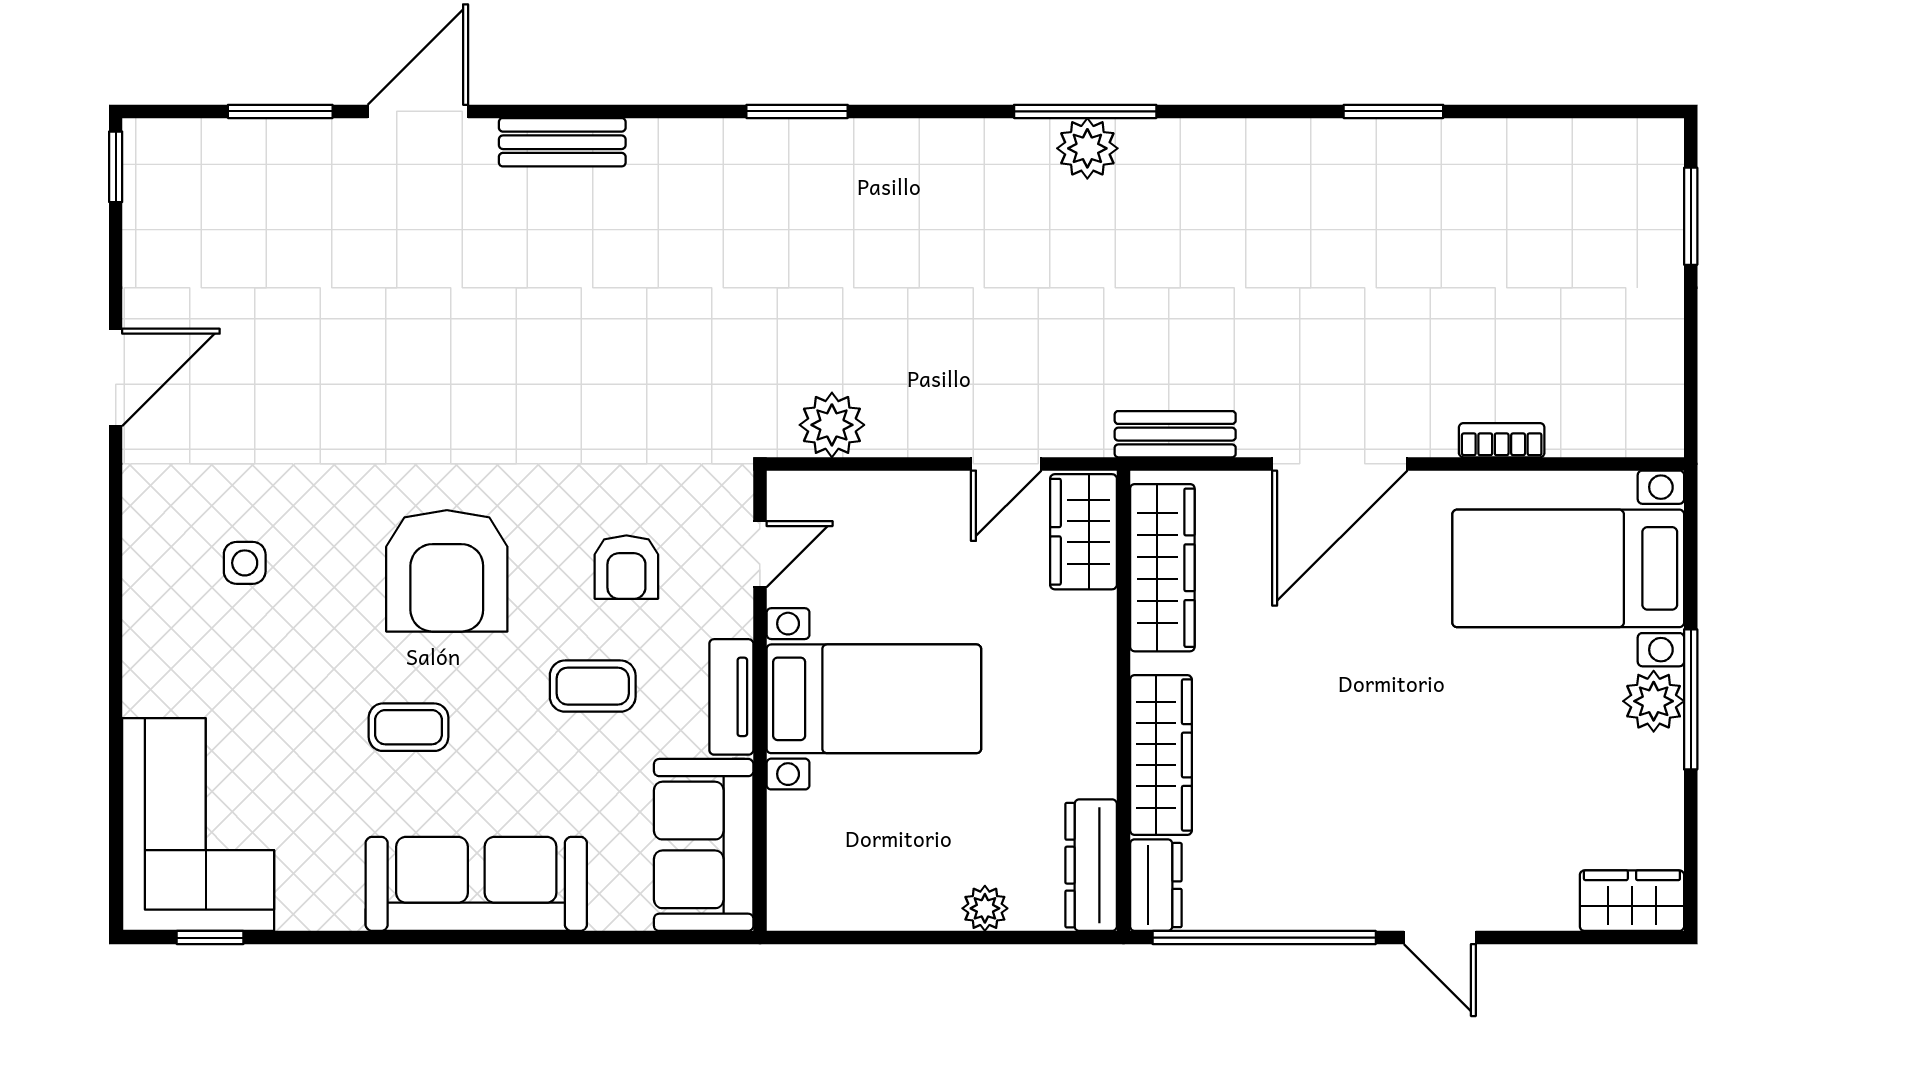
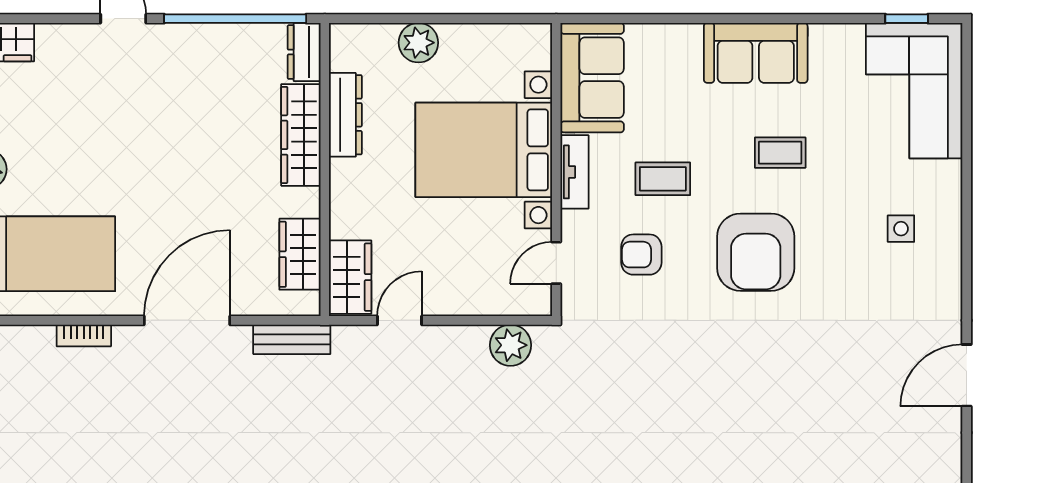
side table: (245, 563) -> (901, 229), moved
armchair: (626, 567) -> (641, 255), turned -90
wardrobe: (1162, 568) -> (300, 254), width x0.67
armchair: (447, 571) -> (756, 252), turned 180
bed with nightstands: (874, 699) -> (484, 150), width x1.36
dresser: (1091, 865) -> (345, 115), moved
sofa: (476, 884) -> (756, 53), width x0.73
plant: (985, 908) -> (418, 43), width x1.38, depth x1.38

